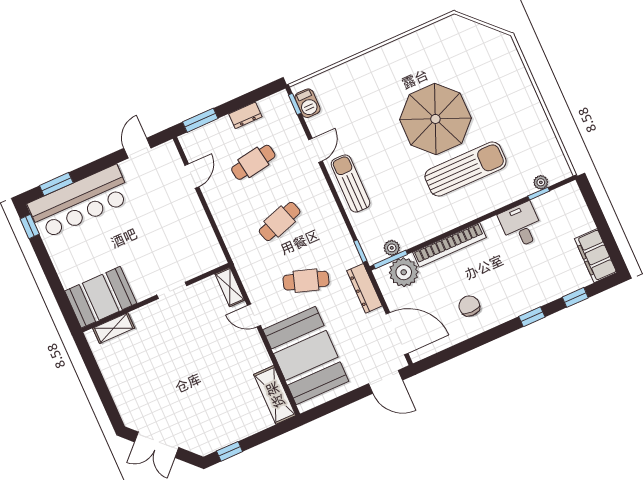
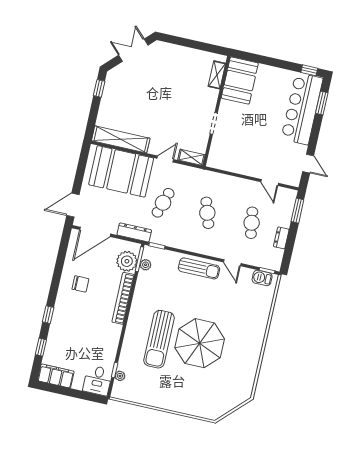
desk: (521, 225) -> (98, 380), moved, turned 90
shelving: (275, 395) -> (121, 139), width x1.47

